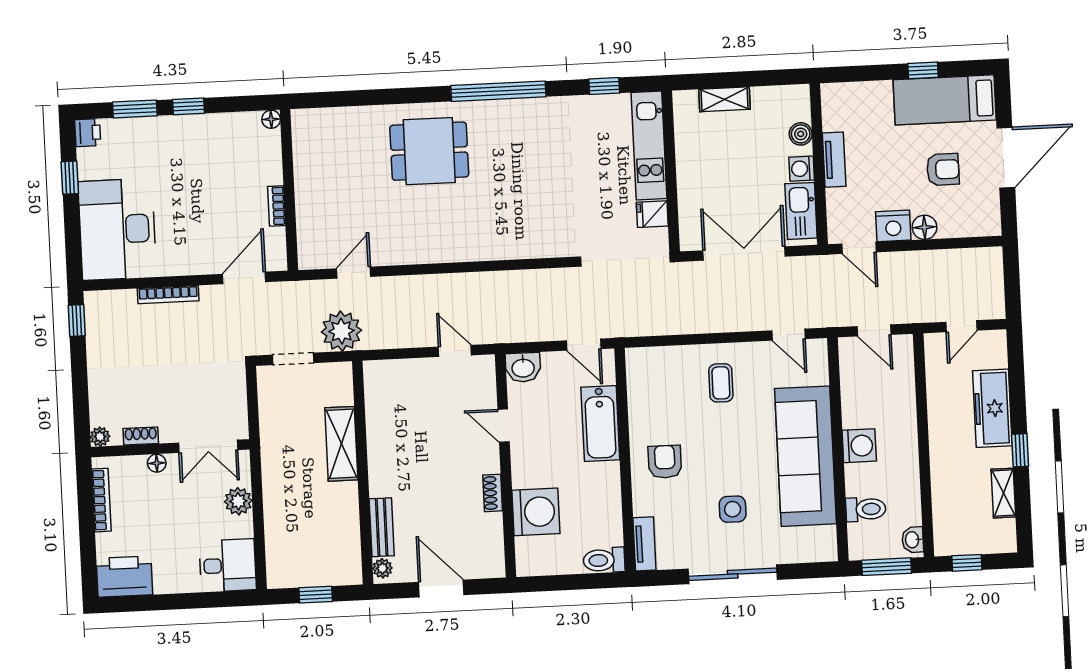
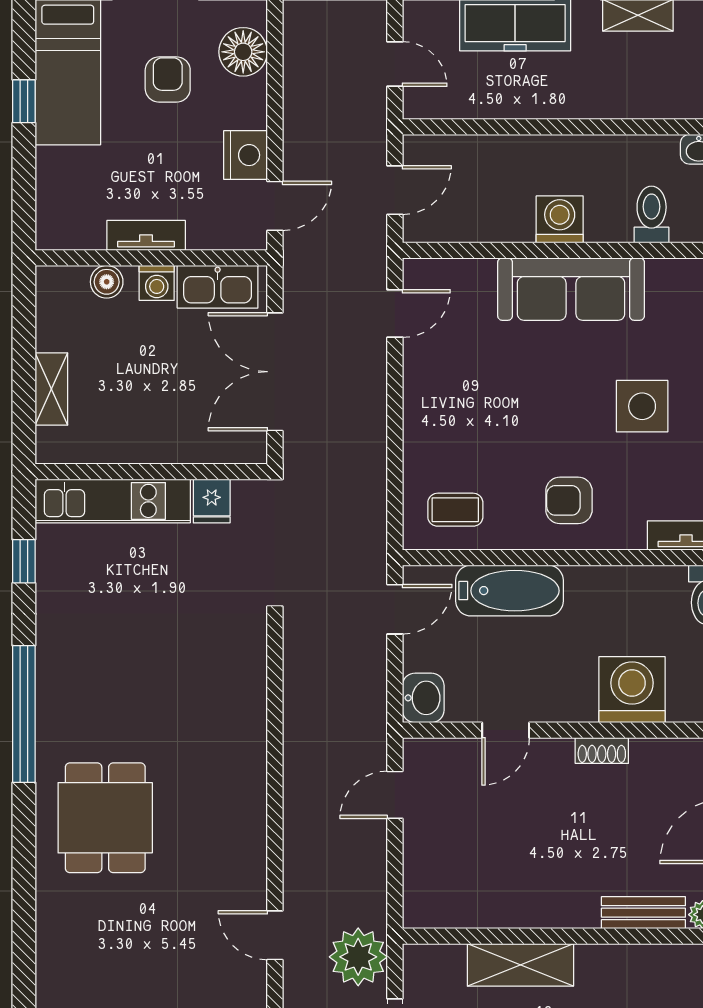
floor lamp: (924, 227) -> (243, 52), moved, width x1.38, depth x1.38
coffee table: (721, 383) -> (455, 510), moved
sofa: (805, 456) -> (571, 289), width x0.74, depth x0.79
side table: (733, 509) -> (642, 406), width x1.37, depth x1.37

